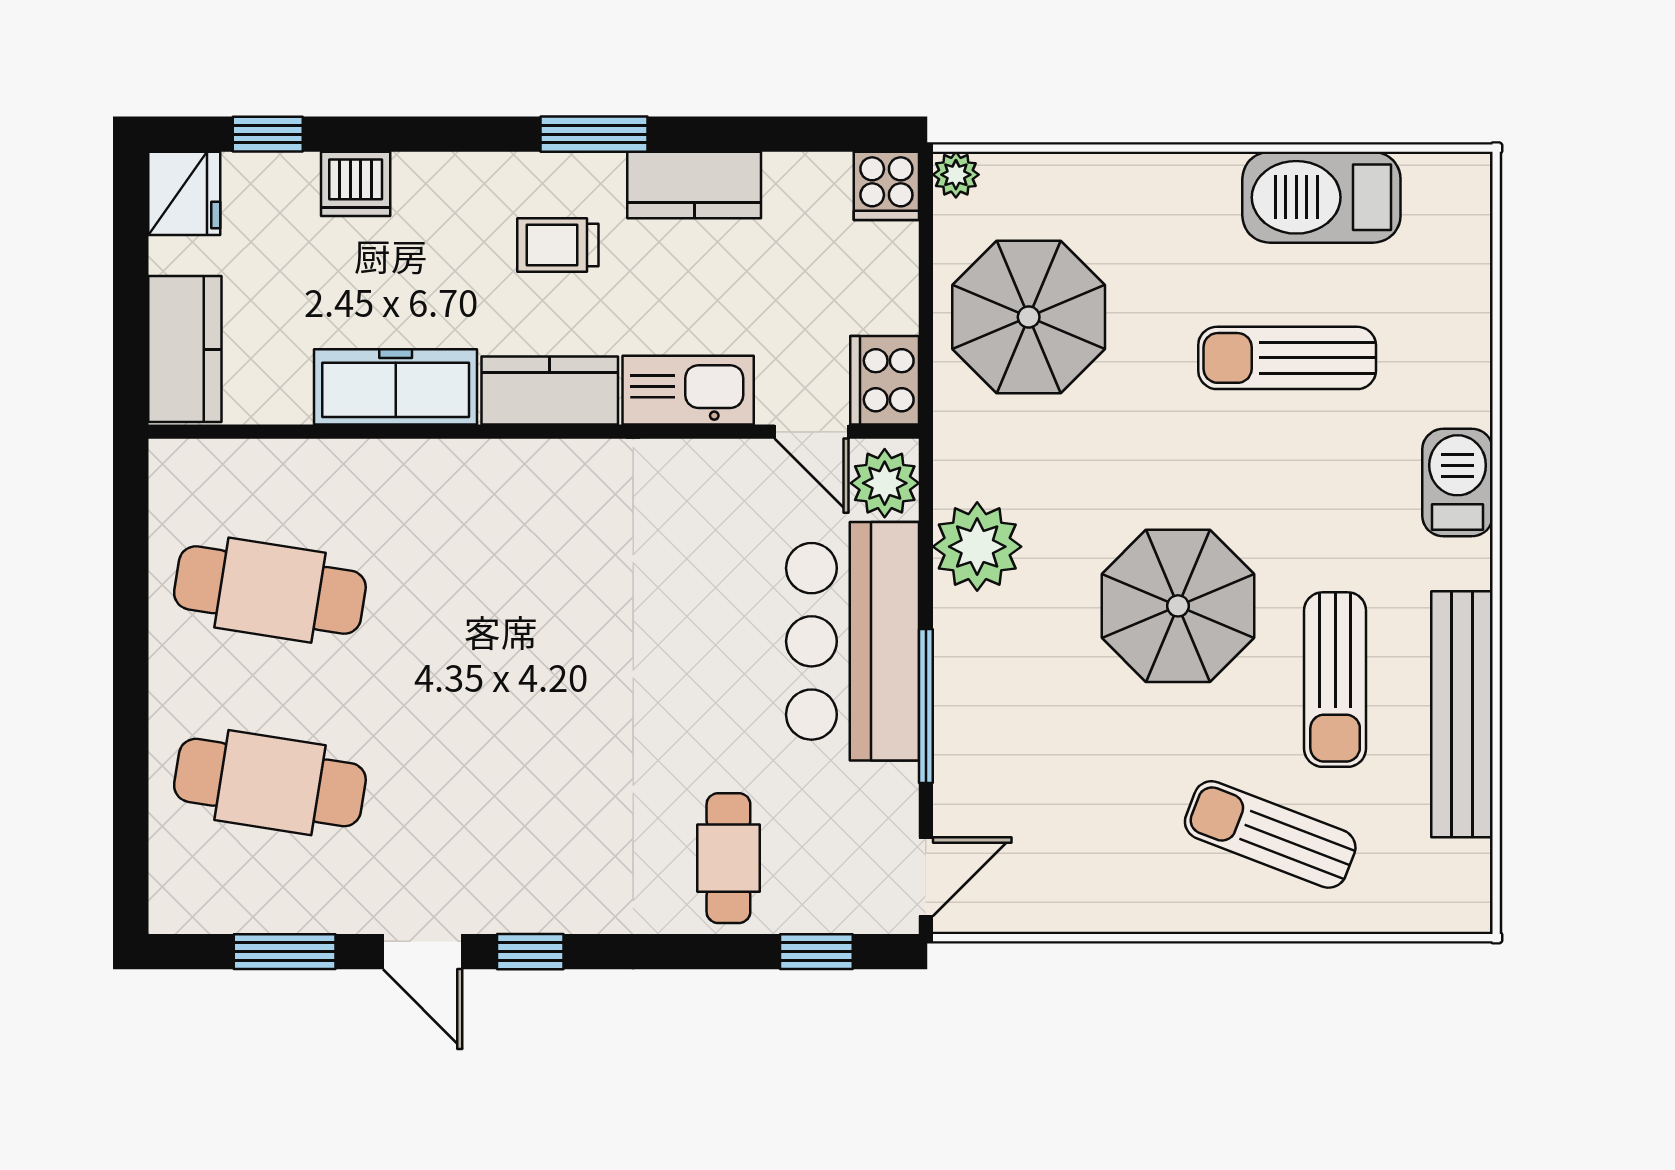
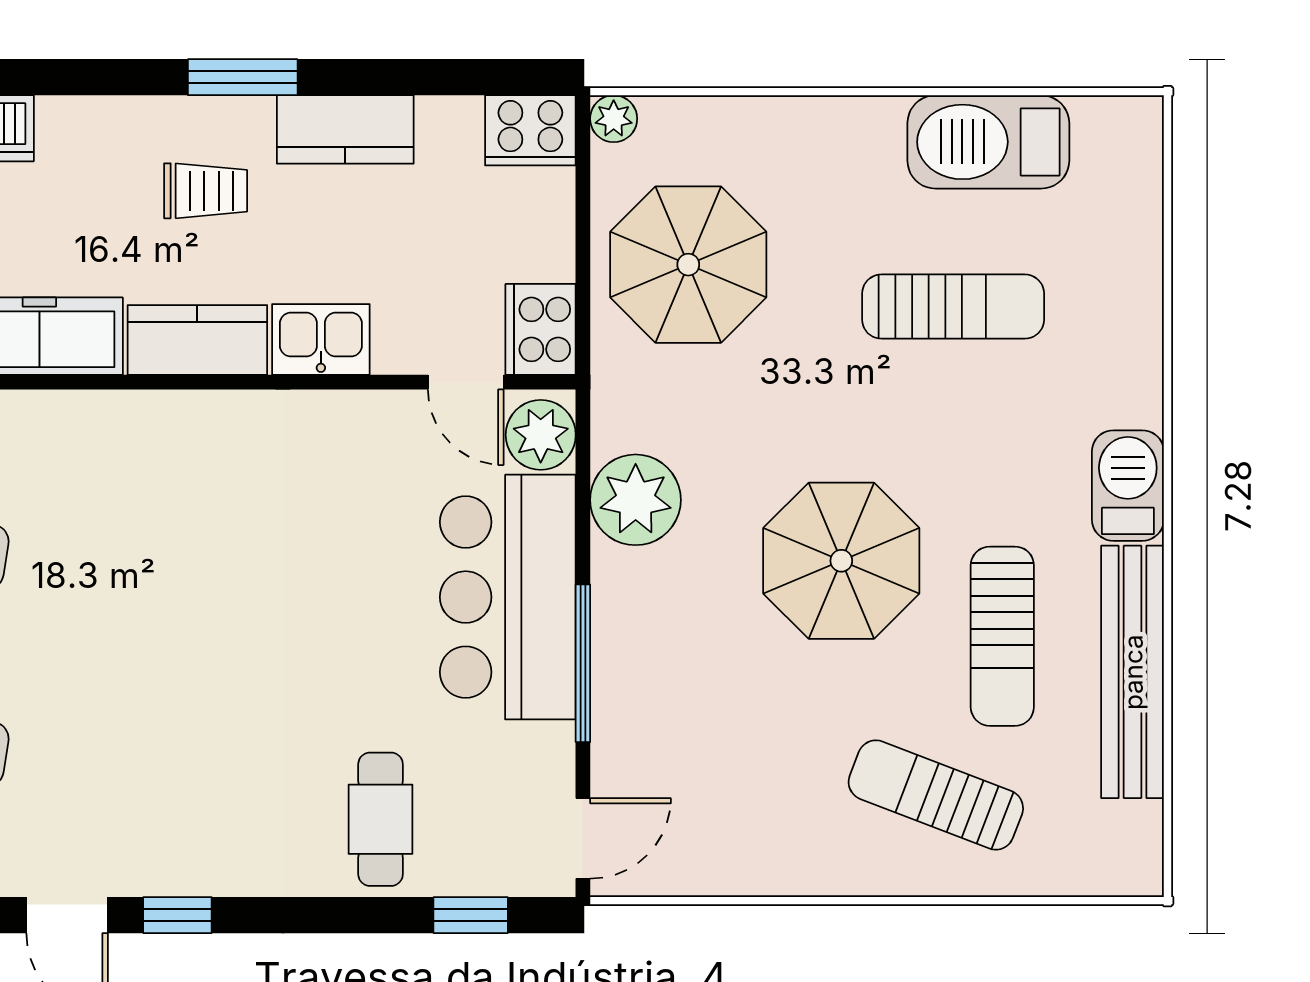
cooker: (886, 186) -> (530, 130), width x1.36
trolley: (558, 245) -> (206, 191), turned 180
sun lounger: (1287, 358) -> (953, 307), turned 180
kitchen sink: (688, 390) -> (321, 339), width x0.73
barbecue: (1458, 483) -> (1128, 486), moved

